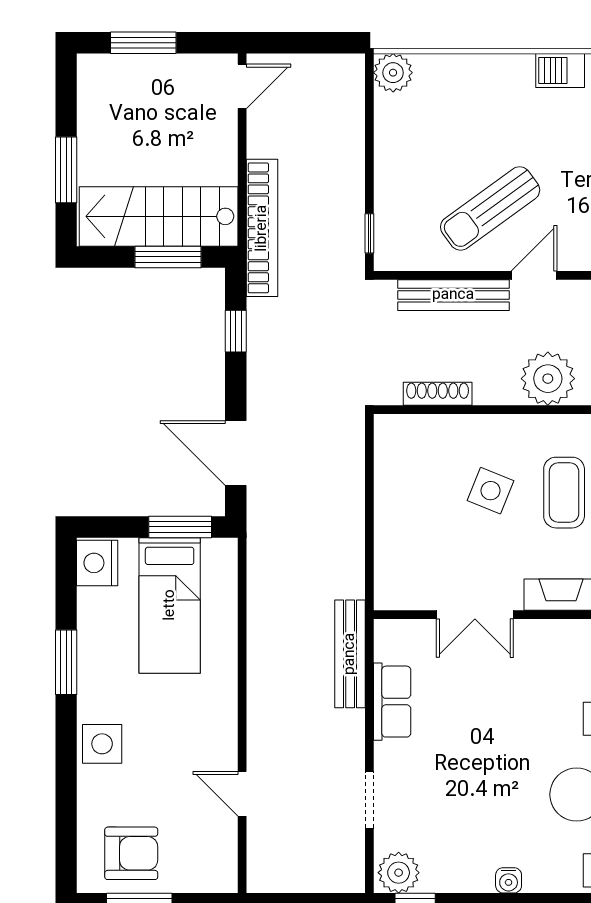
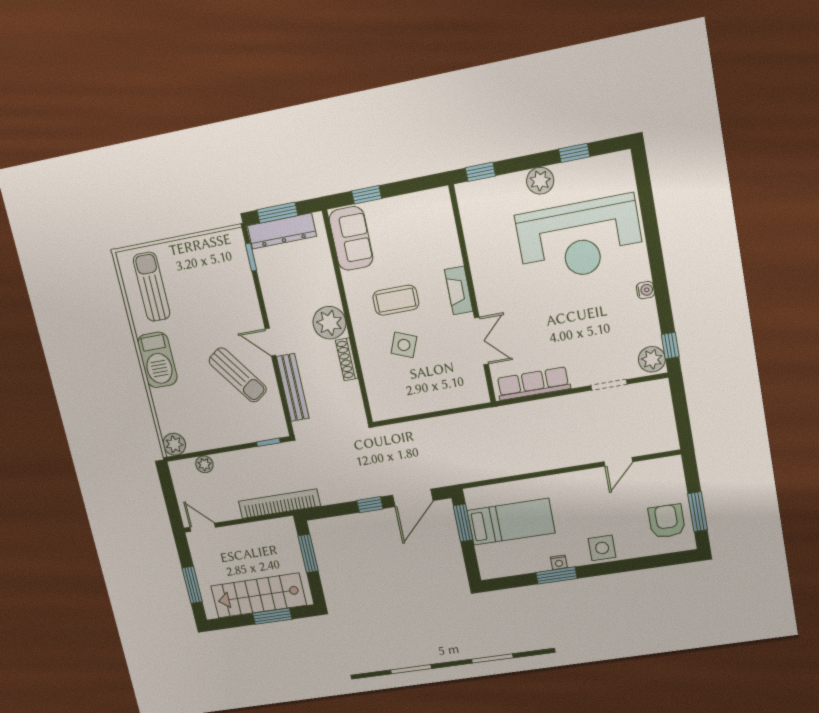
barbecue: (560, 70) -> (157, 360), width x1.88, depth x1.53
plant: (350, 116) -> (204, 464), added
stairs: (159, 216) -> (259, 596), moved, turned 90
window: (236, 331) -> (370, 505), moved
shoe rack: (438, 394) -> (347, 359), moved
nightstand: (97, 563) -> (559, 562), moved, width x0.53, depth x0.56
bench: (350, 654) -> (520, 412), removed
row of seats: (392, 702) -> (533, 384), width x1.48

